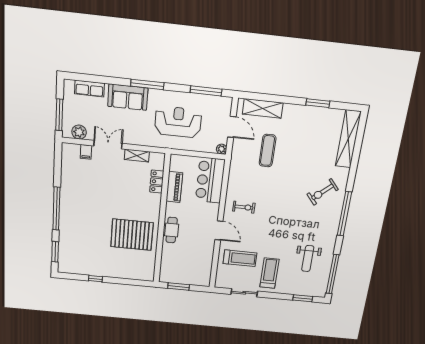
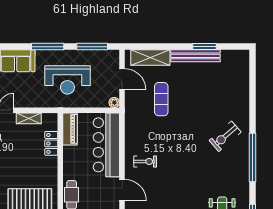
window: (147, 84) -> (48, 47), moved
bench: (308, 112) -> (196, 56), added
reception desk: (178, 122) -> (67, 80), turned 180
shelving: (348, 139) -> (241, 79), removed
bar counter: (210, 180) -> (106, 145), width x1.36
piano: (174, 187) -> (70, 129), moved

